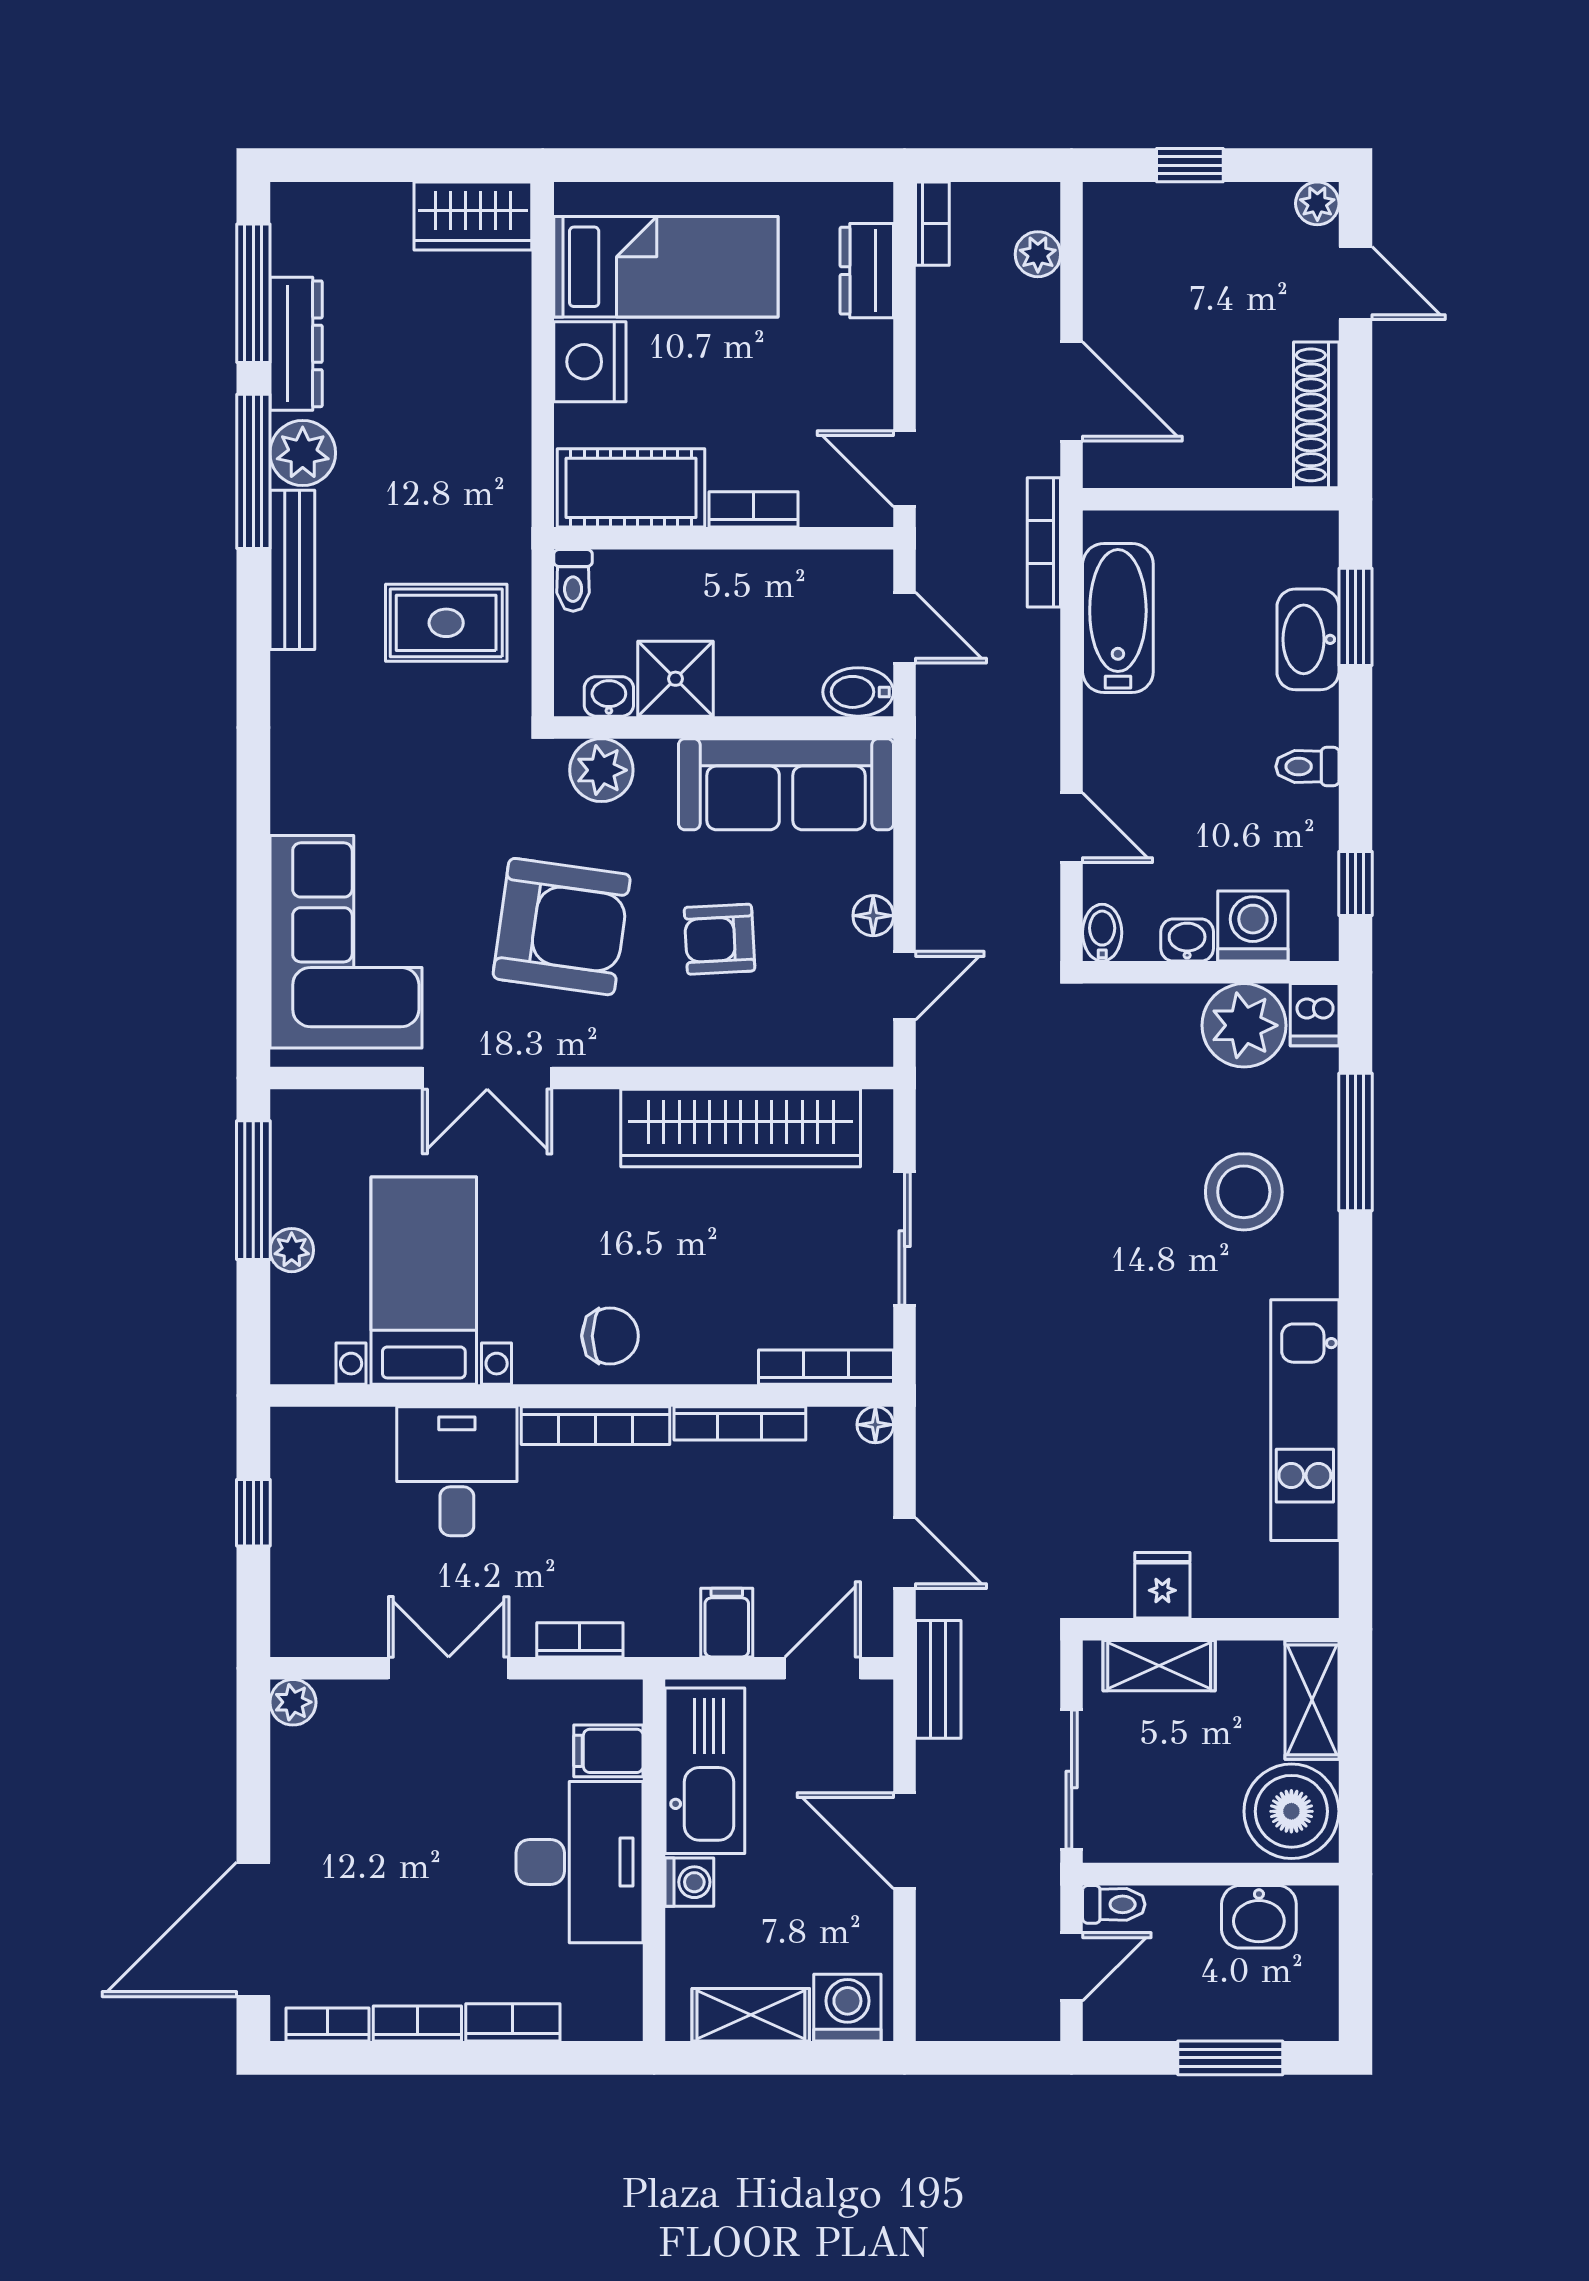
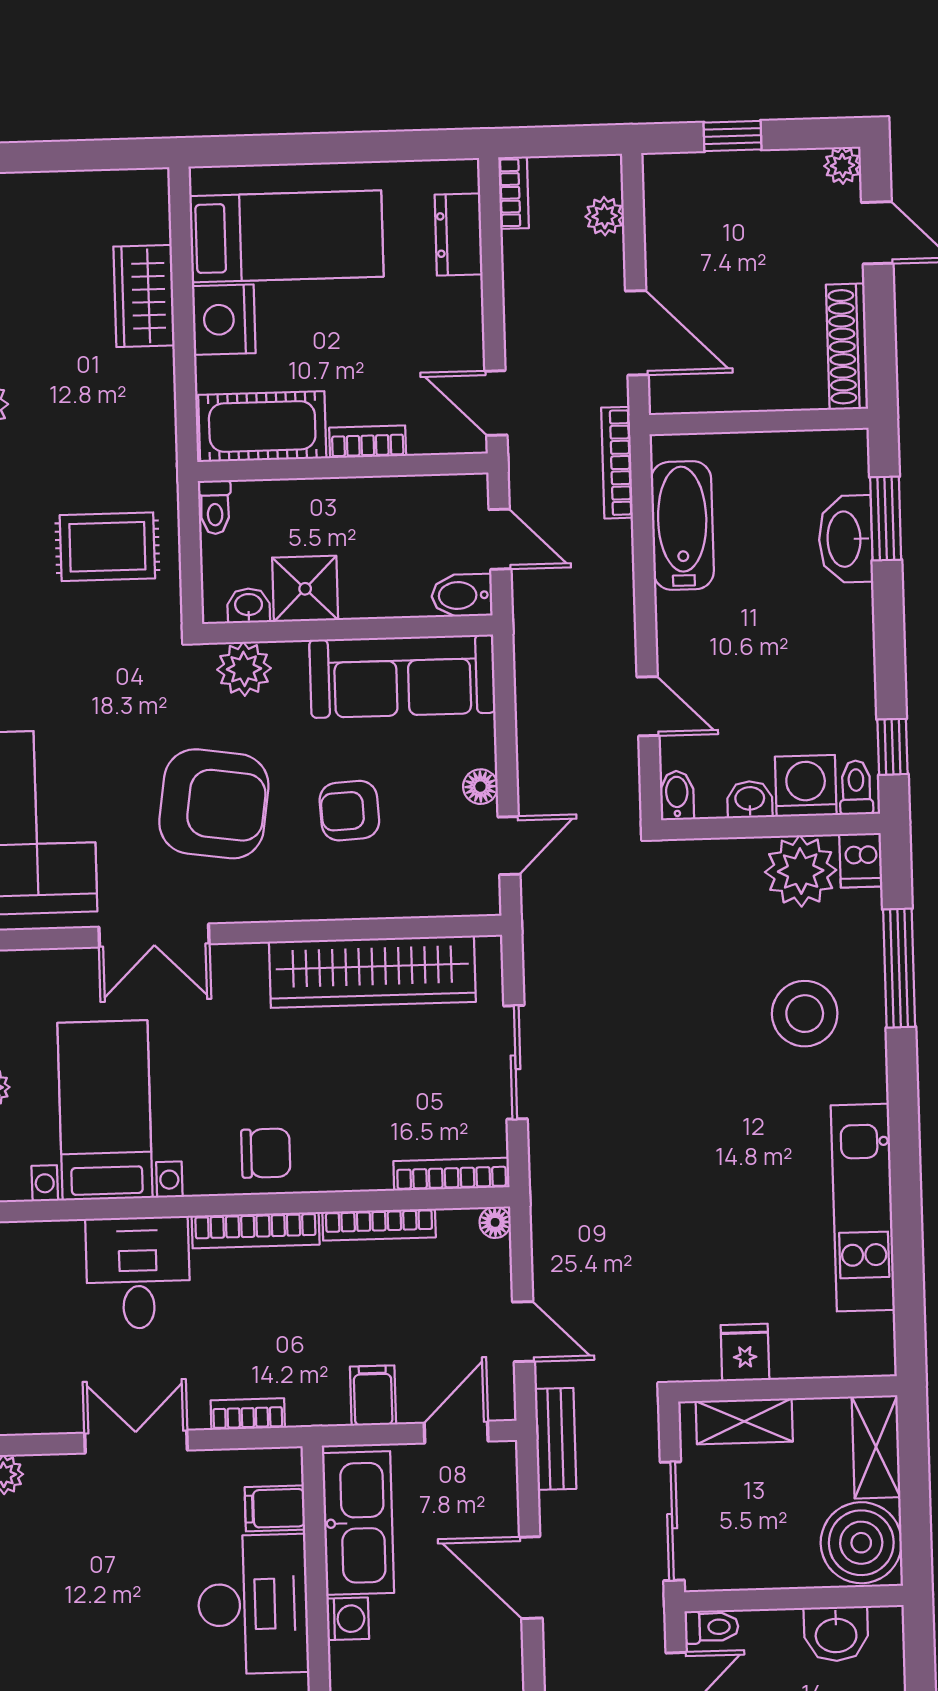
wardrobe: (473, 216) -> (144, 296), moved, turned 90
toilet: (1307, 767) -> (856, 788), moved, turned 90

